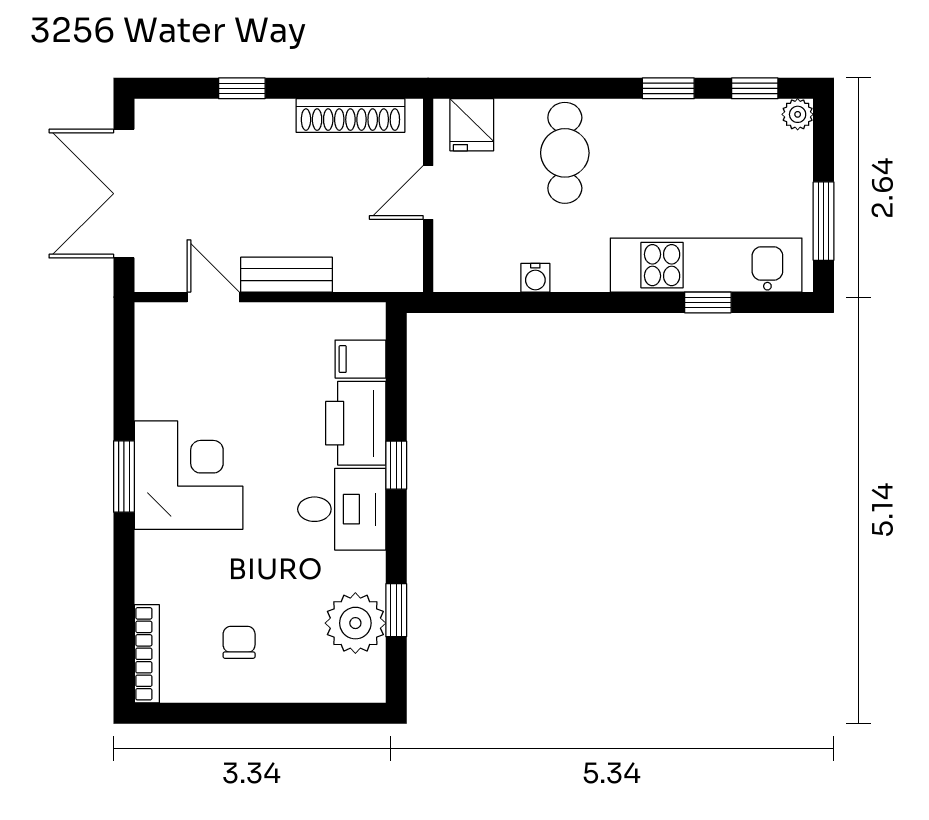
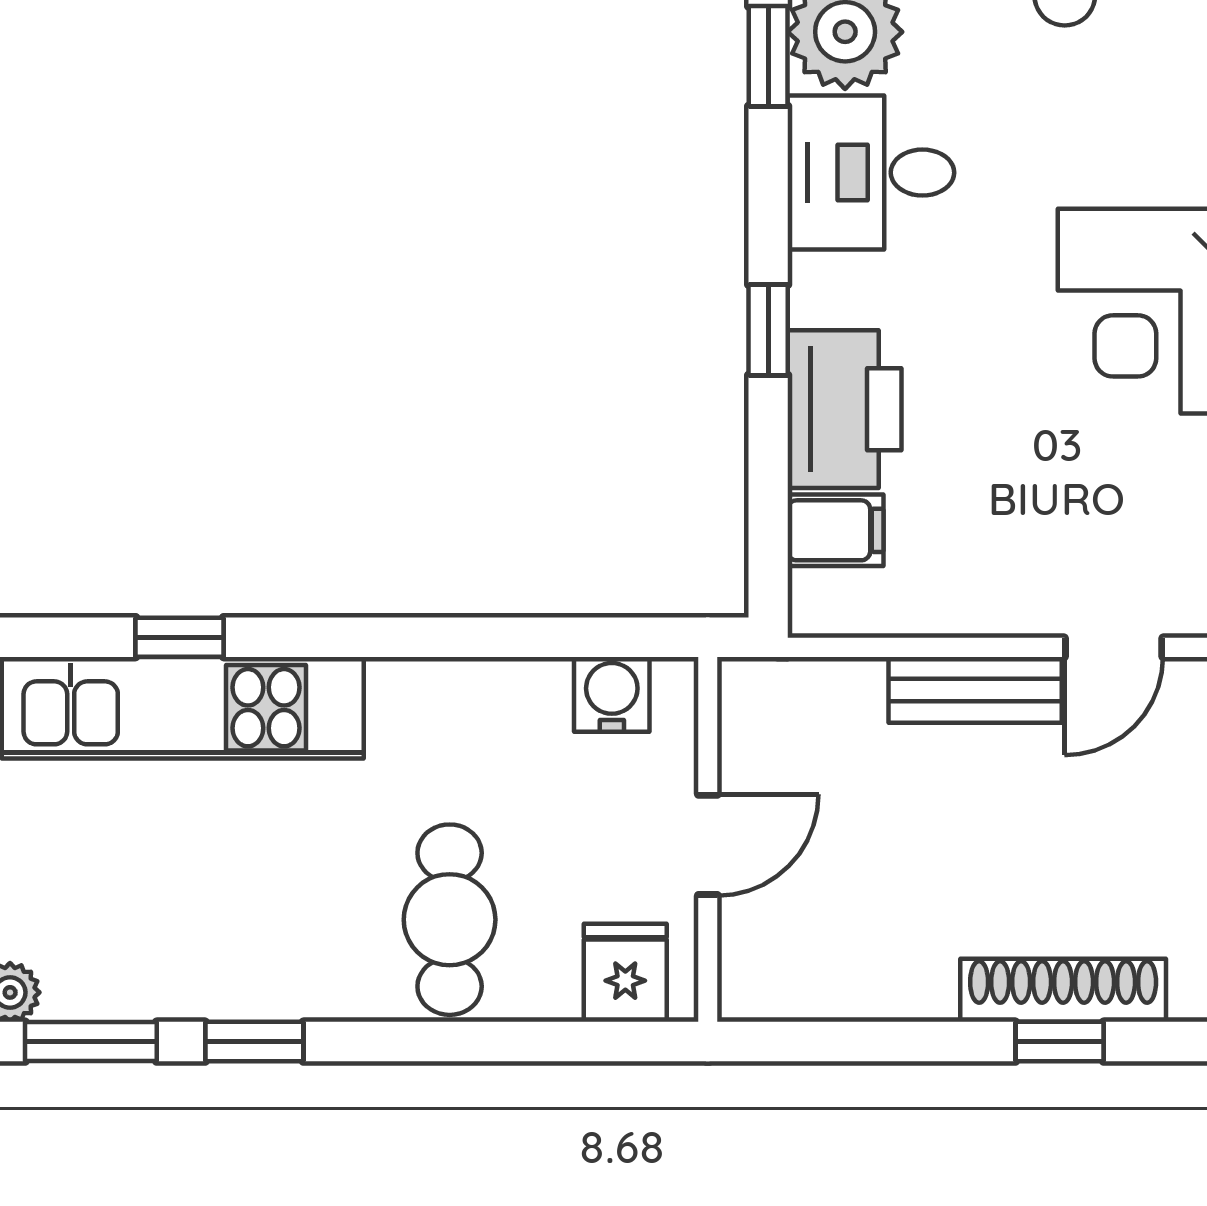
window: (755, 88) -> (91, 1042), width x1.50
shoe rack: (350, 116) -> (1063, 990), moved
water cooler: (535, 278) -> (612, 694), moved, width x1.38, depth x1.38
door: (213, 297) -> (1114, 647), hinge flipped
desk: (342, 509) -> (871, 173), moved

